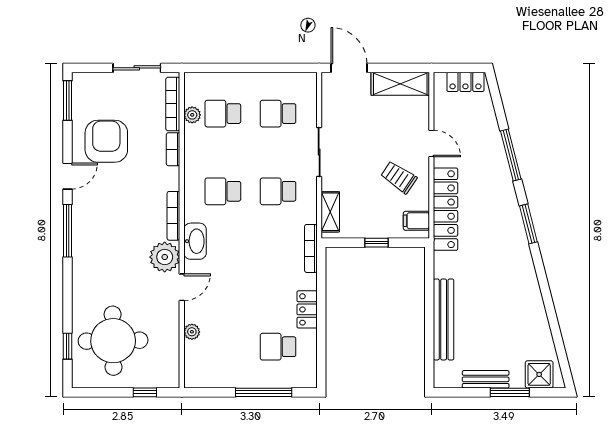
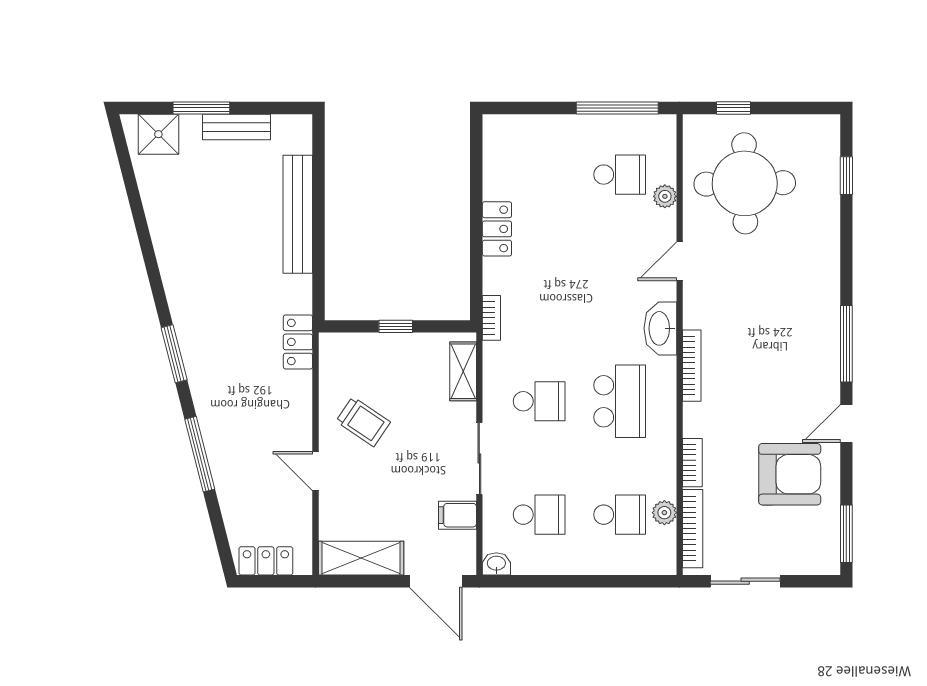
washbasin: (307, 80) -> (496, 564), added
armchair: (106, 141) -> (790, 474), turned -90
school desk: (223, 191) -> (620, 401), width x1.85
locker: (446, 209) -> (298, 342), width x0.46, depth x0.83
filing cabinet: (416, 221) -> (457, 515), moved, turned 180
bookcase: (311, 248) -> (491, 318), width x0.64
plant: (165, 257) -> (705, 305), removed
round table: (113, 341) -> (745, 183), moved
school desk: (278, 347) -> (620, 175), moved
window: (264, 392) -> (617, 108), moved

